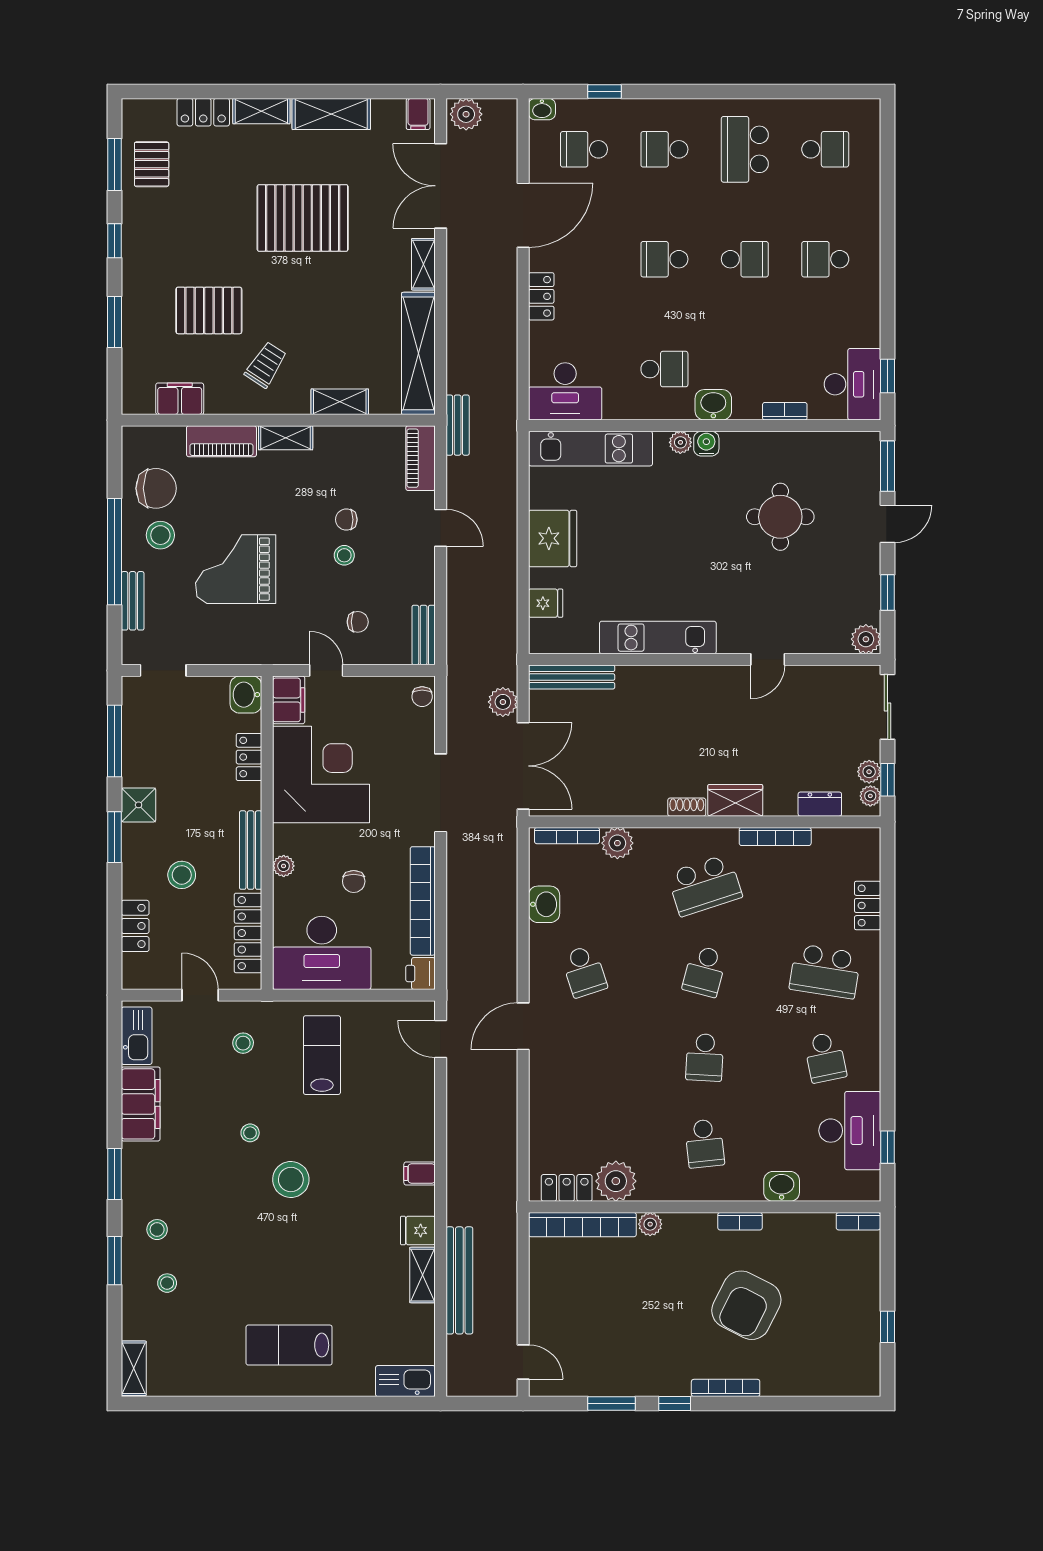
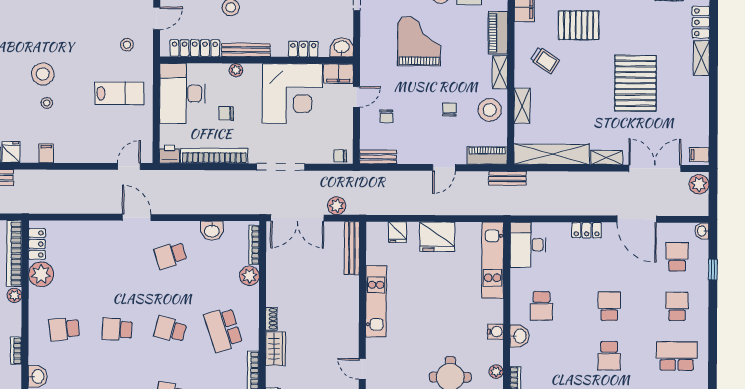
shelving: (331, 114) -> (699, 101), removed
pallet: (209, 310) -> (579, 25), turned 90
plant: (680, 442) -> (496, 372), moved
stool: (344, 555) -> (490, 110), moved, width x1.89, depth x1.89
stool: (250, 1133) -> (47, 103), moved

